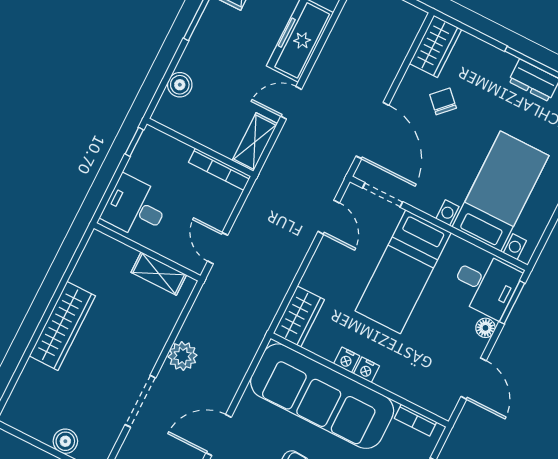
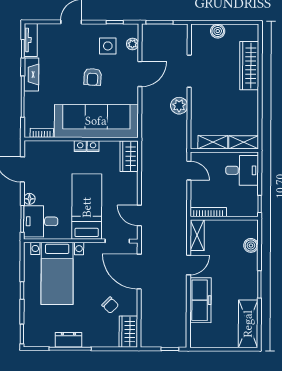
shelving: (111, 250) -> (244, 142), added
wardrobe: (62, 326) -> (249, 66), moved

